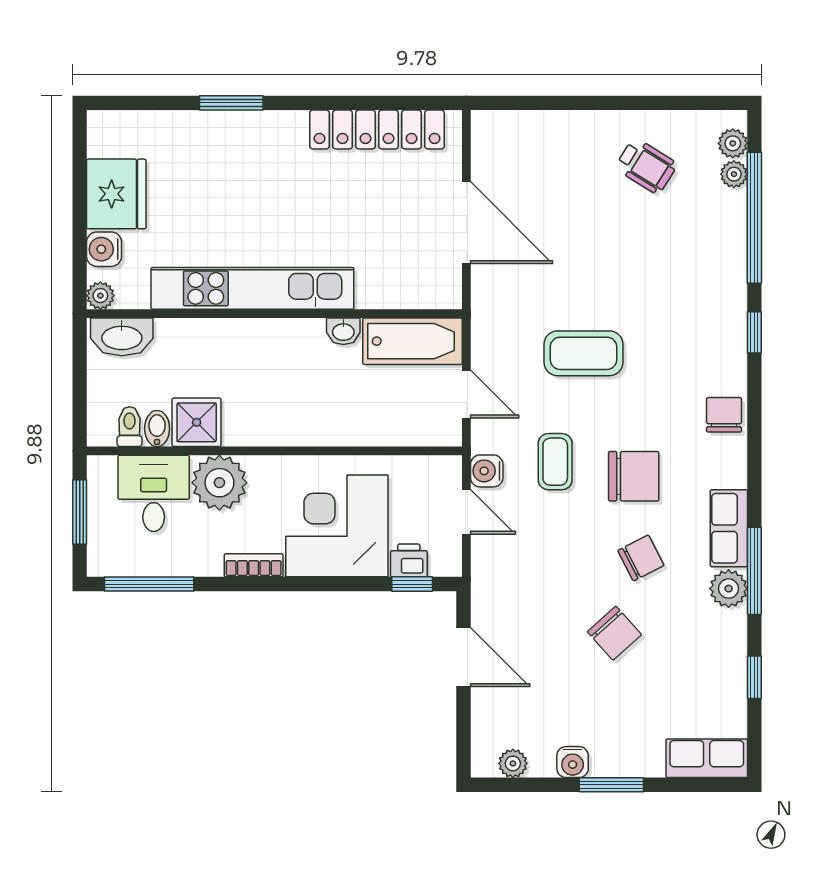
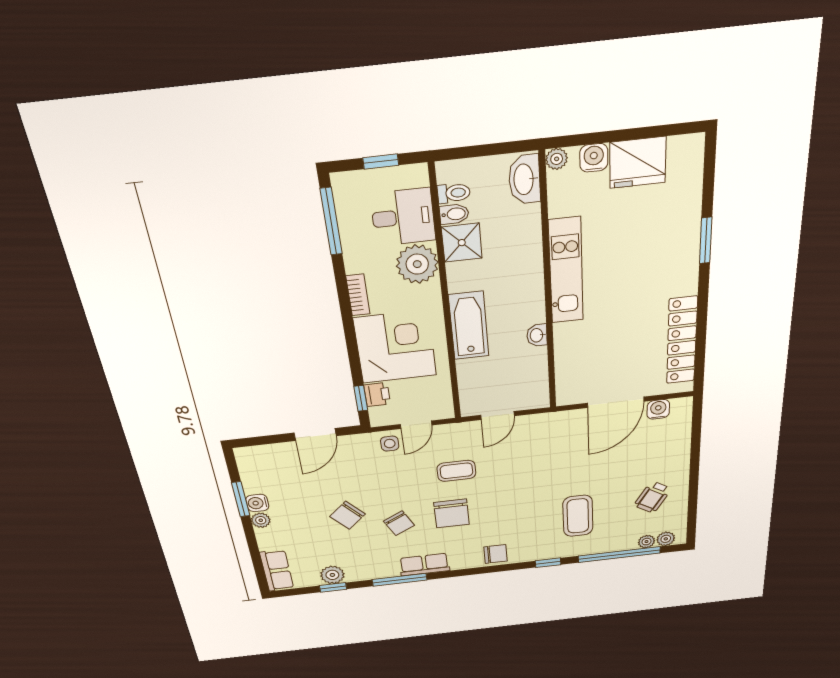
kitchen unit: (252, 288) -> (566, 271), width x0.73
bathtub: (412, 341) -> (469, 326), moved, turned 180
coffee table: (583, 353) -> (578, 516), moved
water cooler: (487, 471) -> (658, 409), moved
window: (80, 512) -> (381, 162), width x0.67
side table: (493, 554) -> (390, 444), added
plant: (729, 589) -> (332, 575), moved
plant: (513, 763) -> (261, 520), moved
window: (611, 785) -> (241, 499), moved

